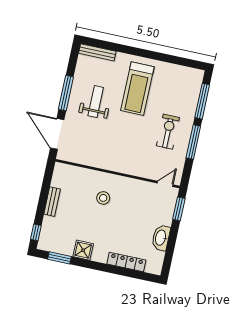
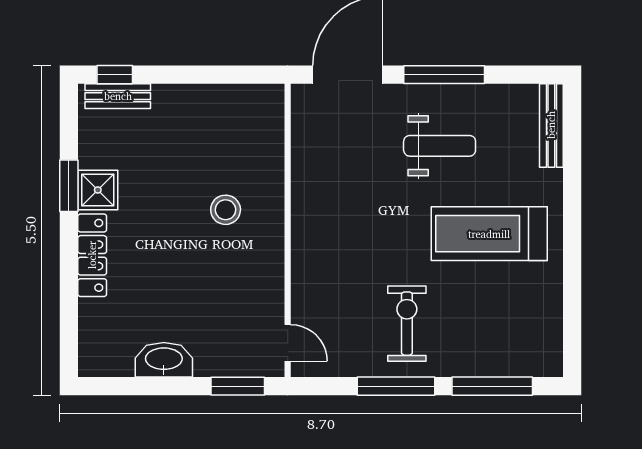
exercise bike: (168, 132) -> (407, 324), turned -90
bench: (52, 202) -> (118, 96), moved
window: (59, 258) -> (69, 186), moved
locker: (126, 262) -> (92, 255), moved

